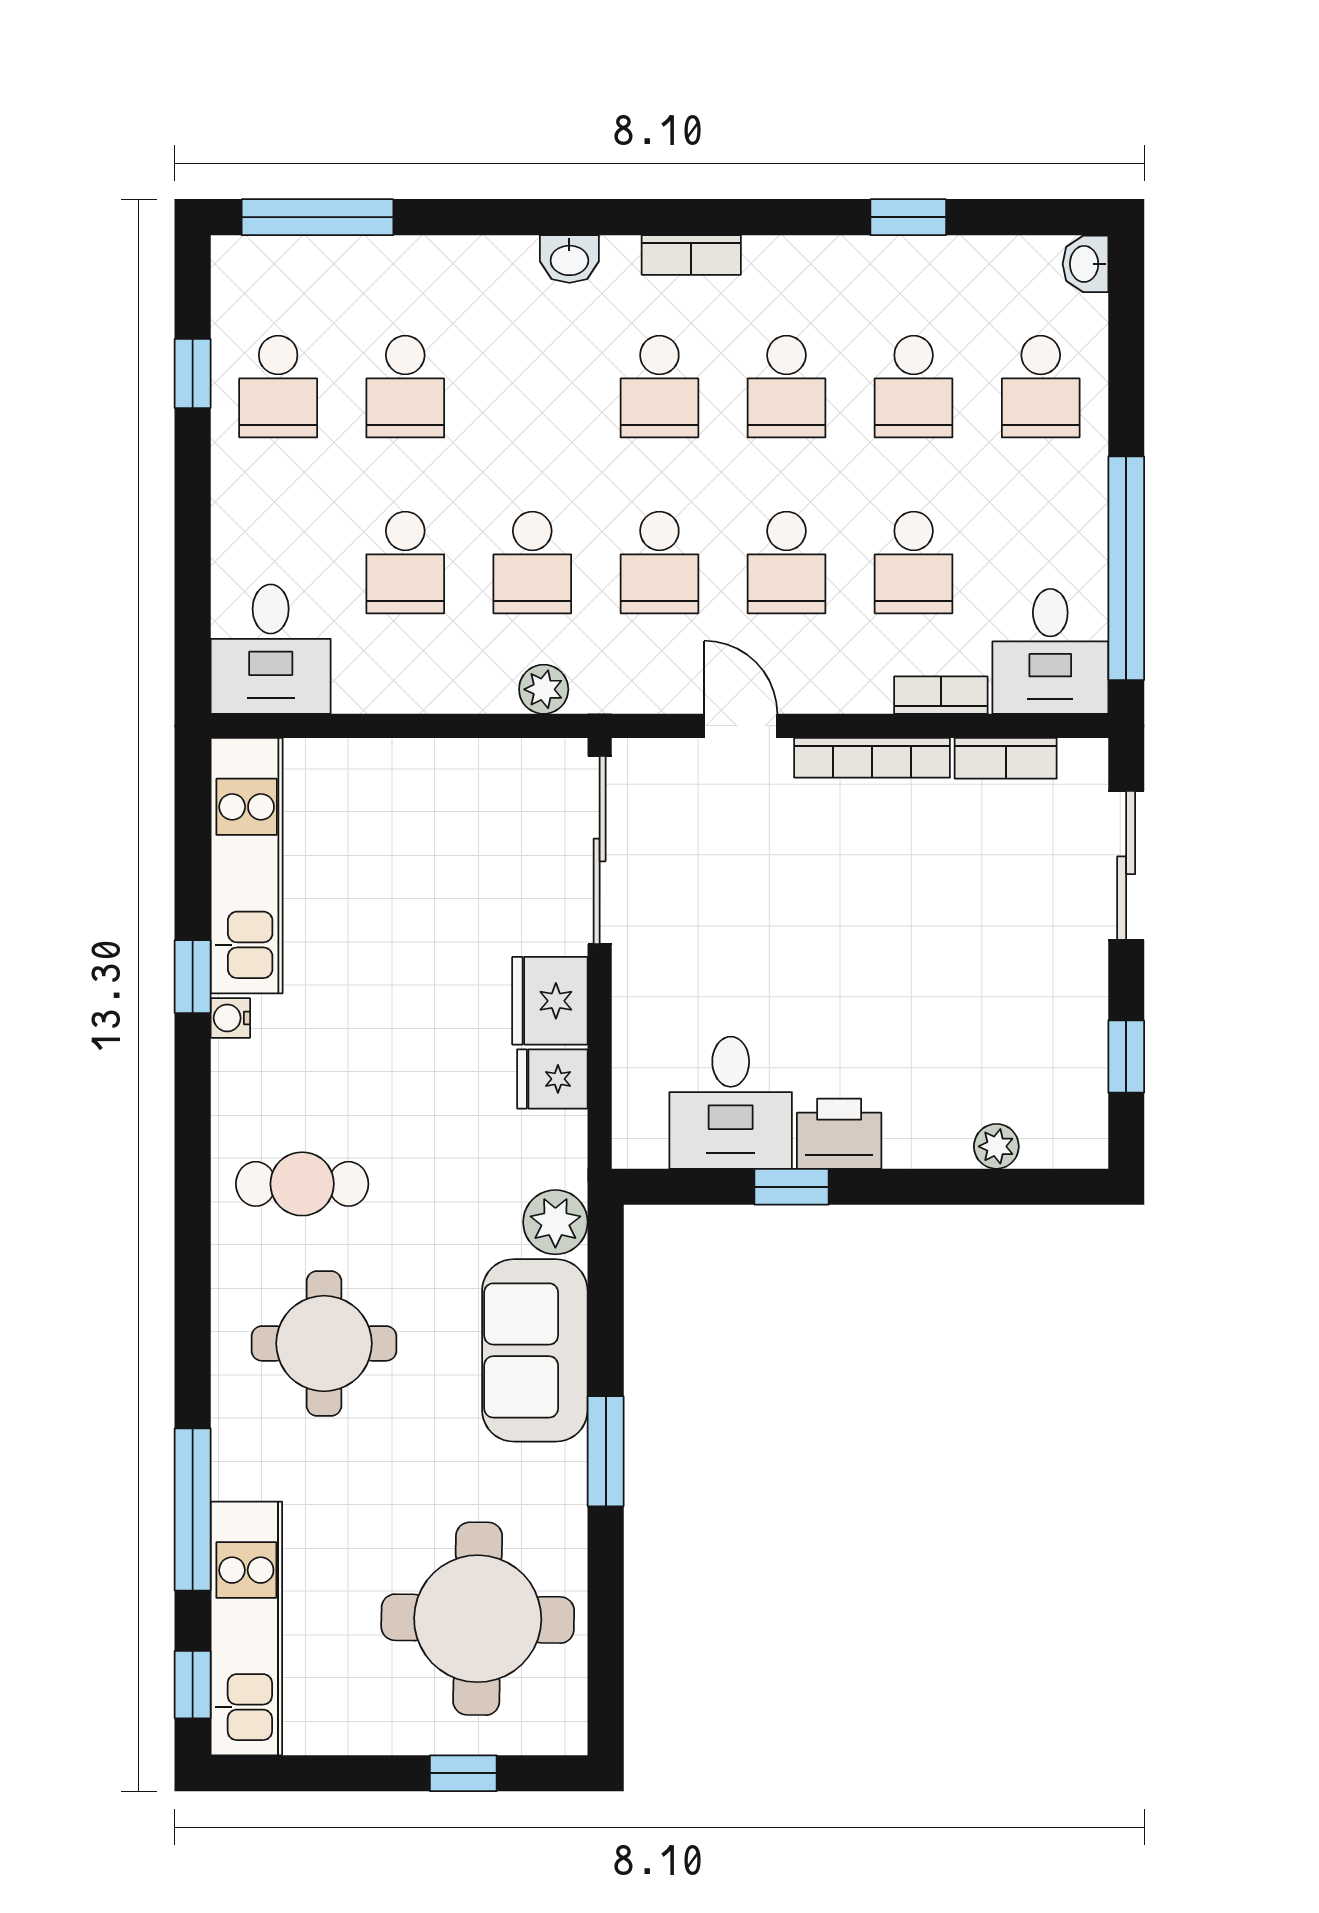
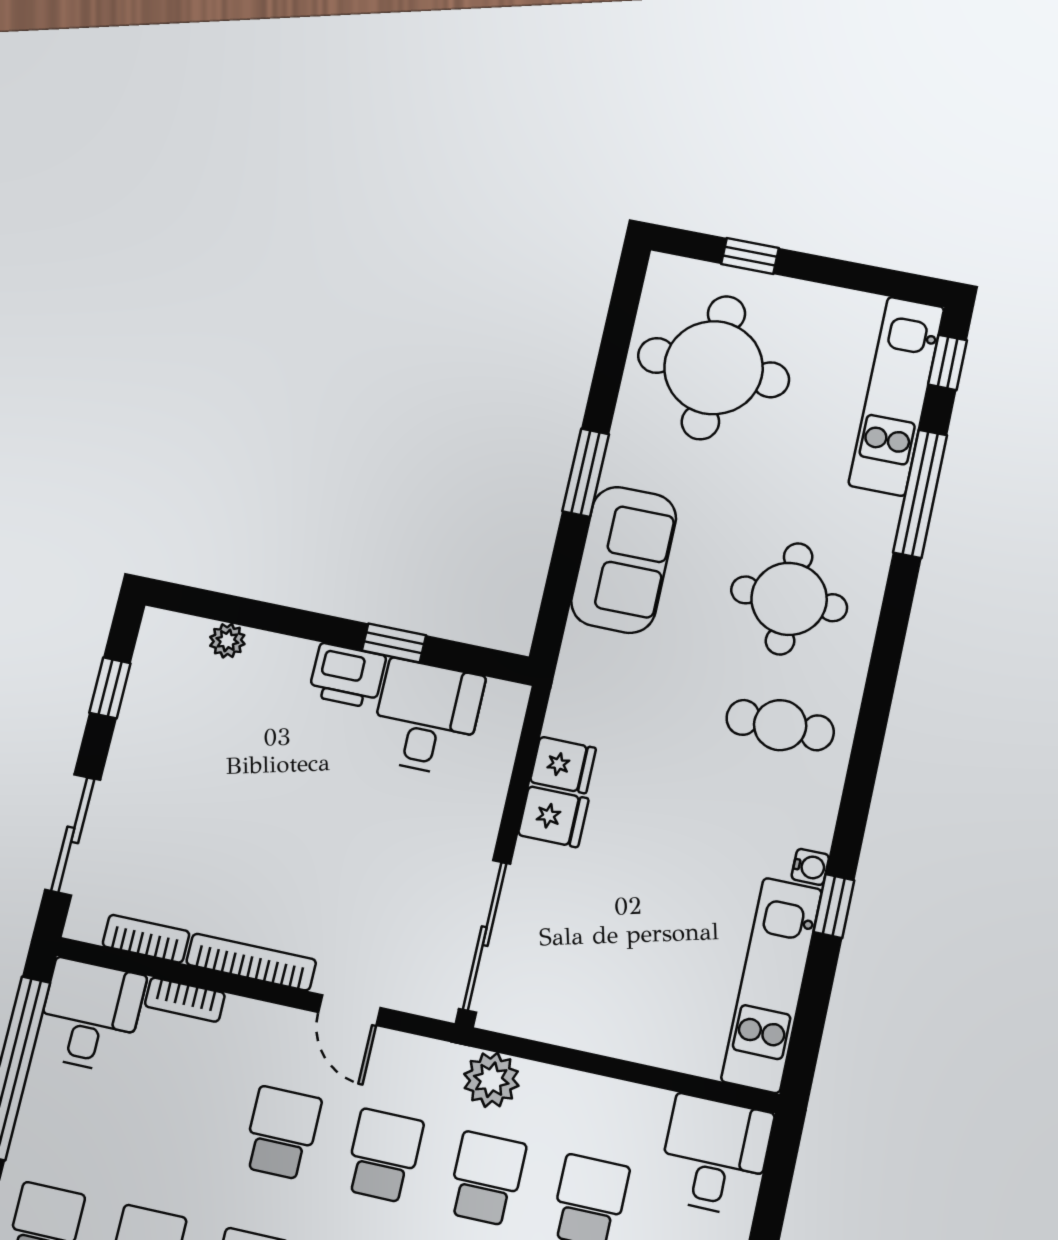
school desk: (914, 562) -> (181, 1110), removed
plant: (544, 689) -> (491, 1080), width x1.38, depth x1.38
fridge: (550, 1001) -> (553, 817), width x0.72
plant: (555, 1222) -> (586, 654), removed

